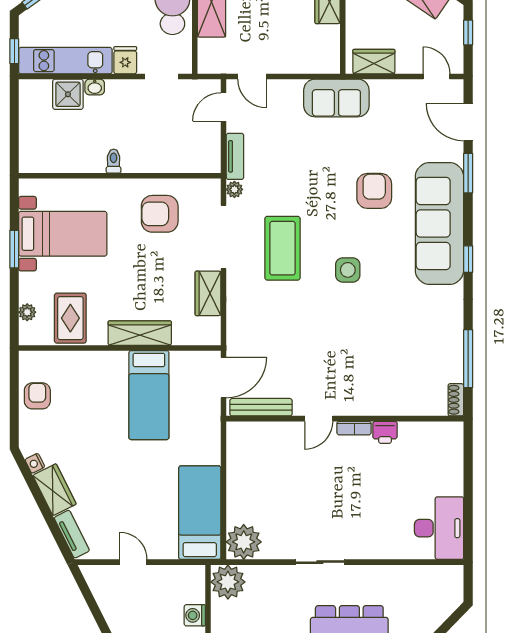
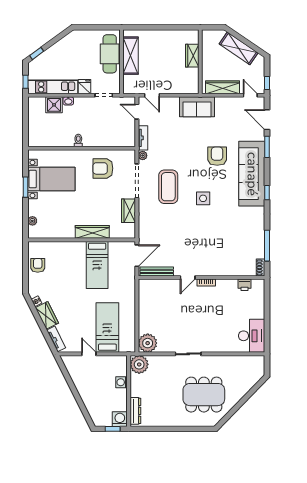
window: (468, 33) -> (267, 83), moved
wardrobe: (374, 62) -> (223, 87), width x1.50
door: (224, 107) -> (137, 112), hinge flipped
rug: (70, 318) -> (55, 224), removed
printer: (385, 432) -> (244, 285), moved
bed: (200, 513) -> (107, 328), moved

